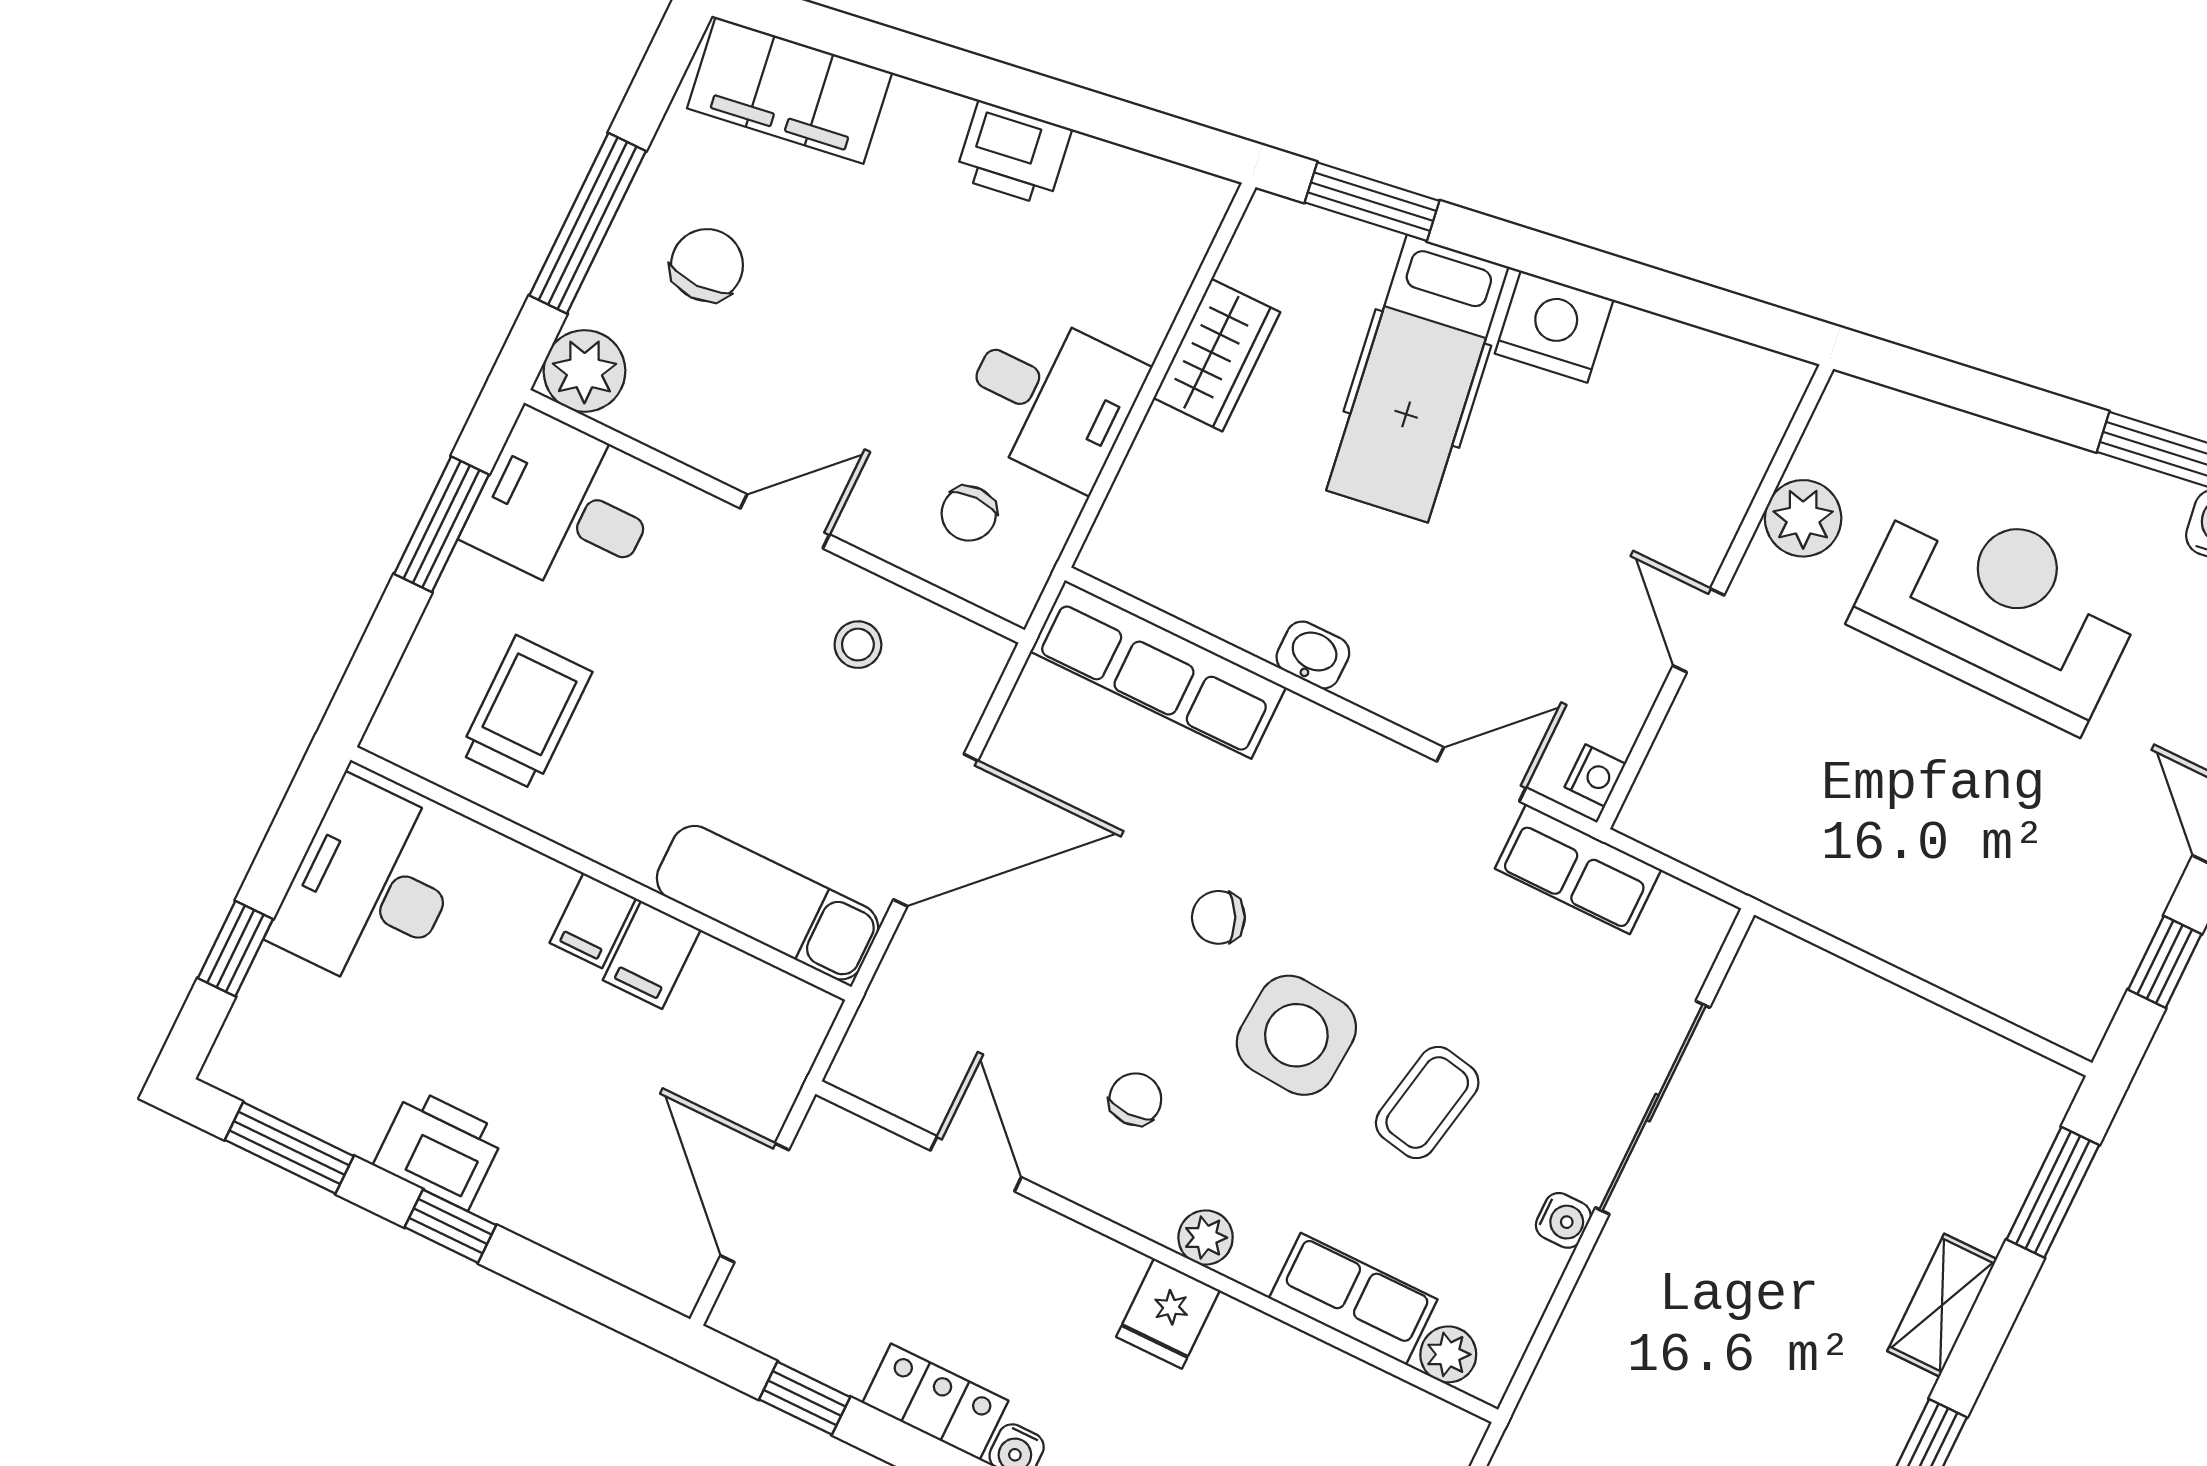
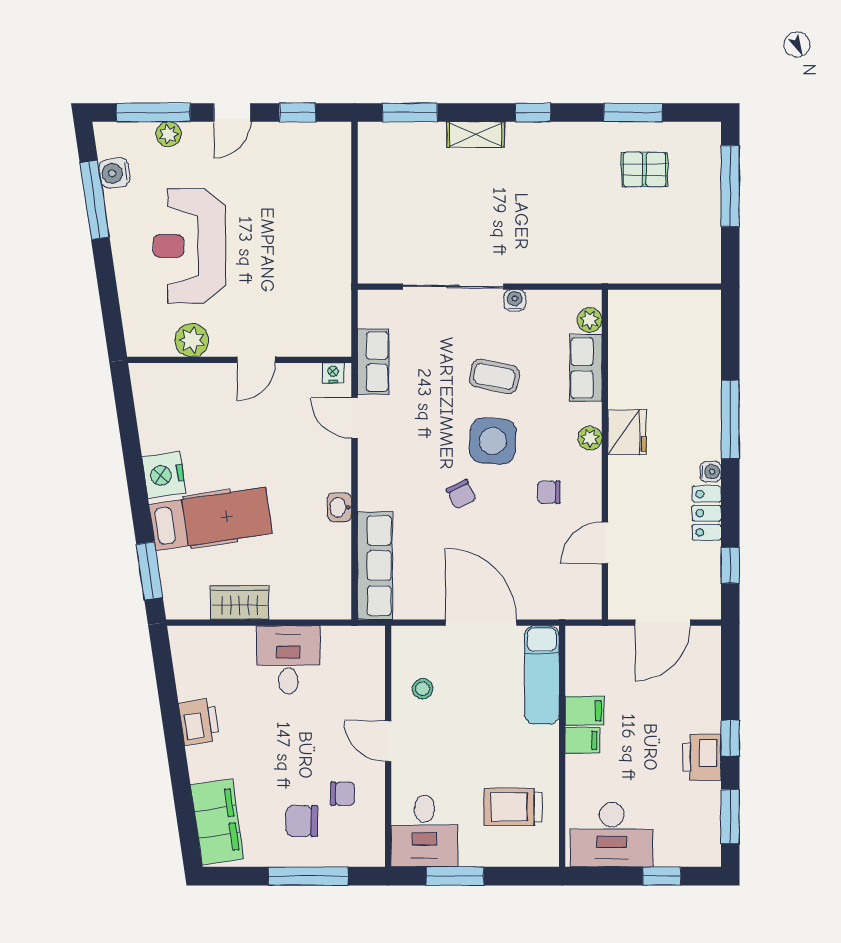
plant: (584, 371) -> (367, 849), removed
chair: (969, 513) -> (343, 794), moved
fridge: (1168, 1313) -> (627, 432), width x1.38

